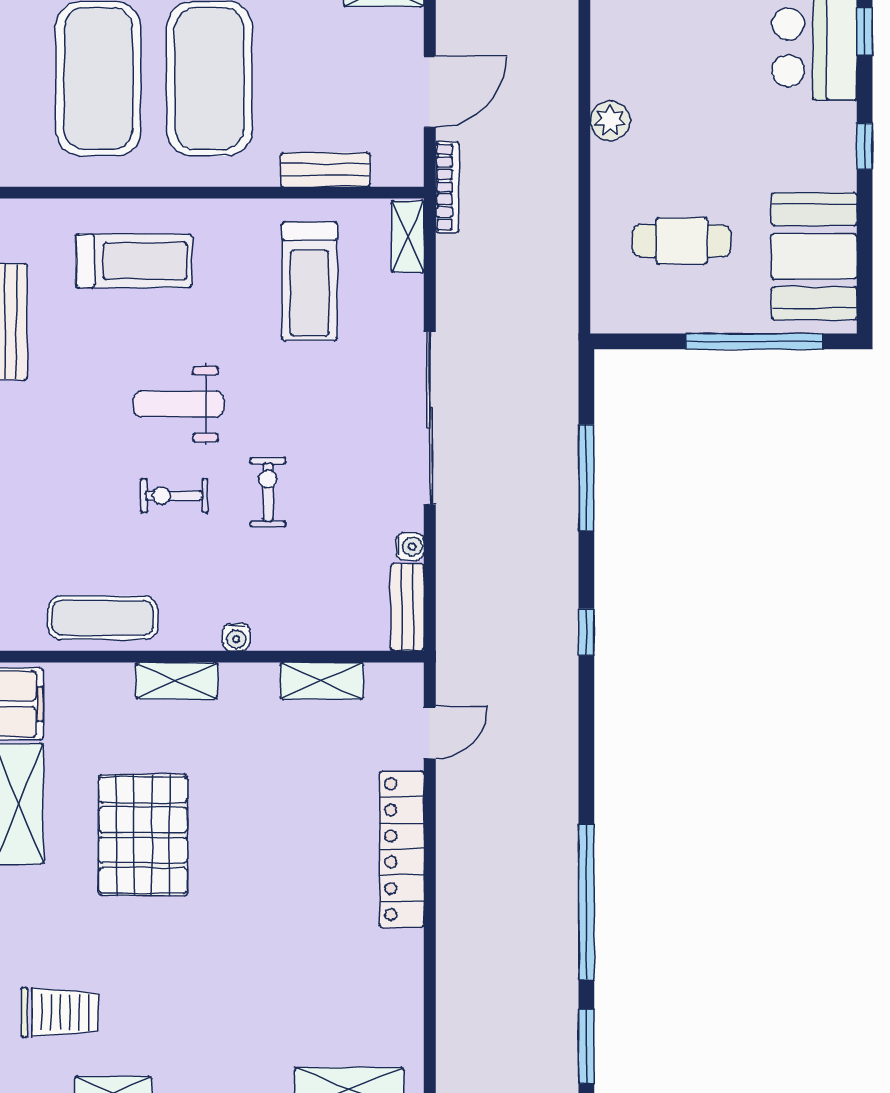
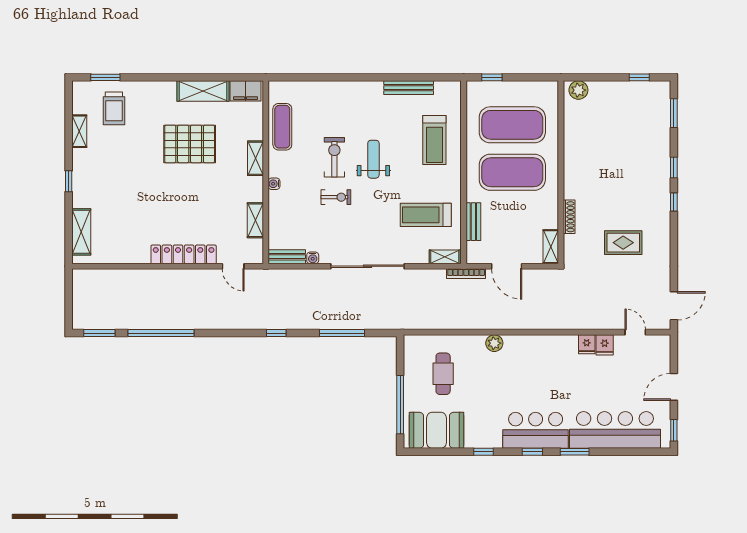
exercise bike: (174, 496) -> (334, 157), width x1.38, depth x1.39

